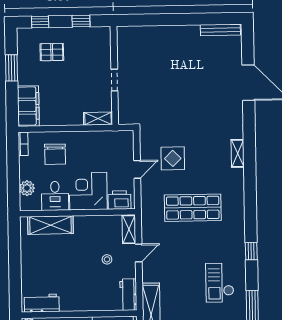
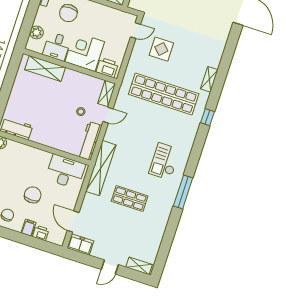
shelving: (238, 153) -> (209, 79), moved
door: (137, 169) -> (136, 31), moved
shop shelf: (193, 208) -> (164, 94), width x1.40
window: (251, 251) -> (207, 117), moved
workbench: (128, 295) -> (90, 141), width x1.38

